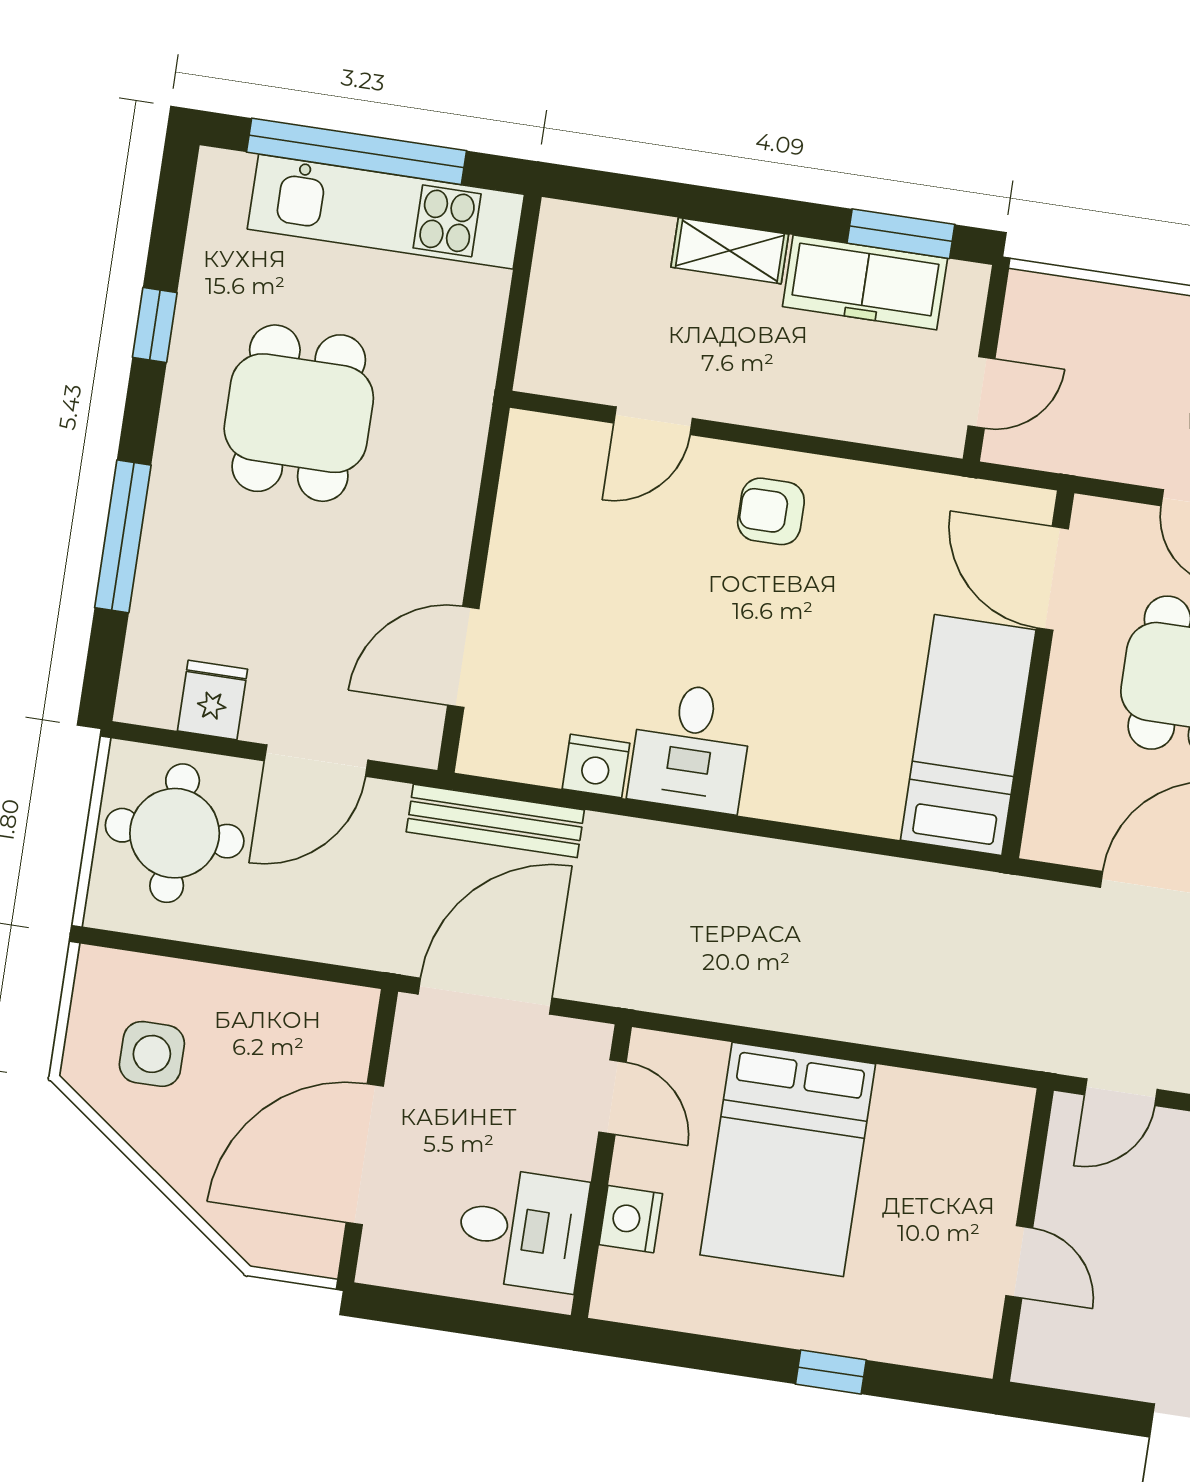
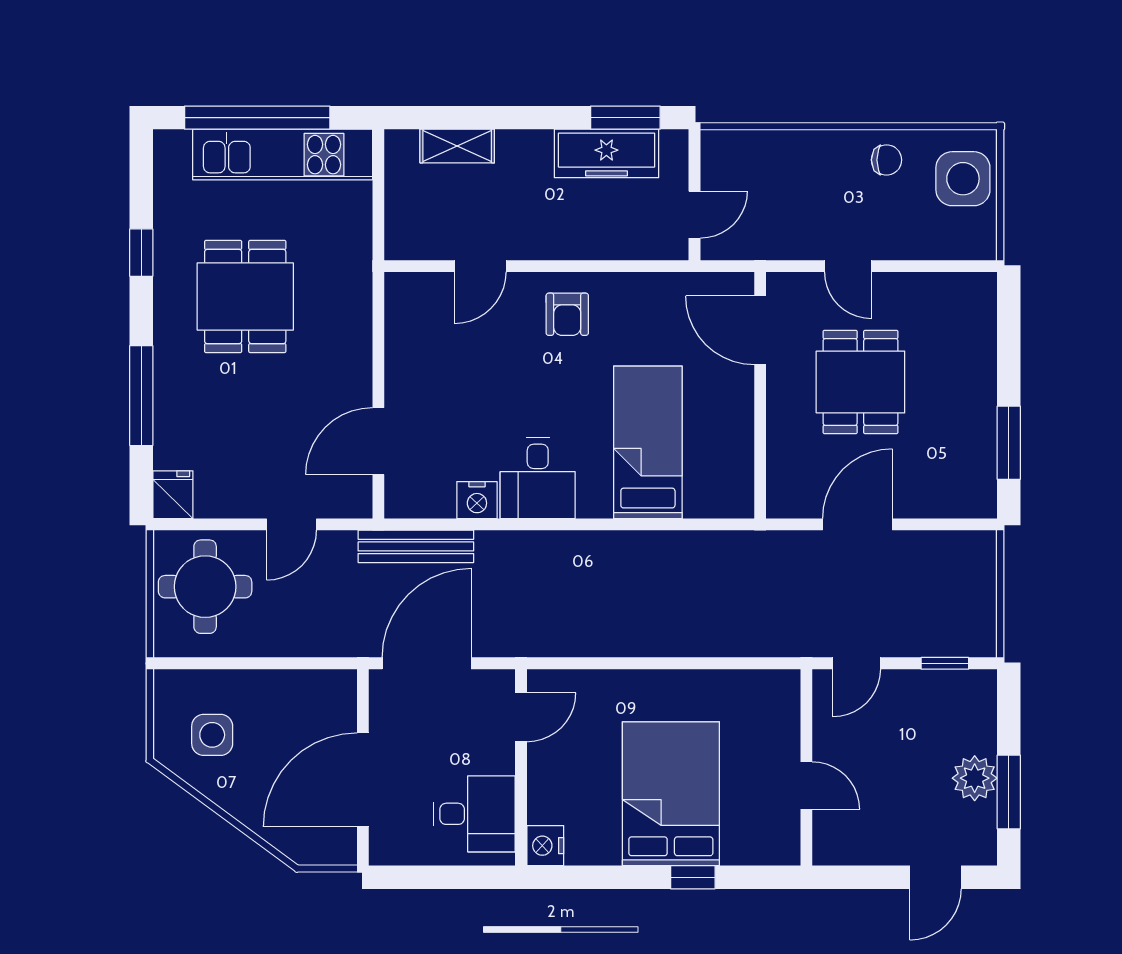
shelving: (730, 251) -> (457, 146), moved
armchair: (771, 511) -> (567, 314), turned -90
fridge: (213, 700) -> (173, 495), moved
bed: (968, 735) -> (648, 442), moved
door: (316, 761) -> (291, 524), width x0.73
door: (612, 1097) -> (521, 717), hinge flipped
bed: (788, 1159) -> (671, 794), moved, turned 180
nightstand: (631, 1219) -> (545, 846), moved

